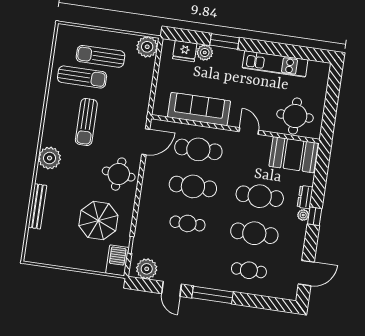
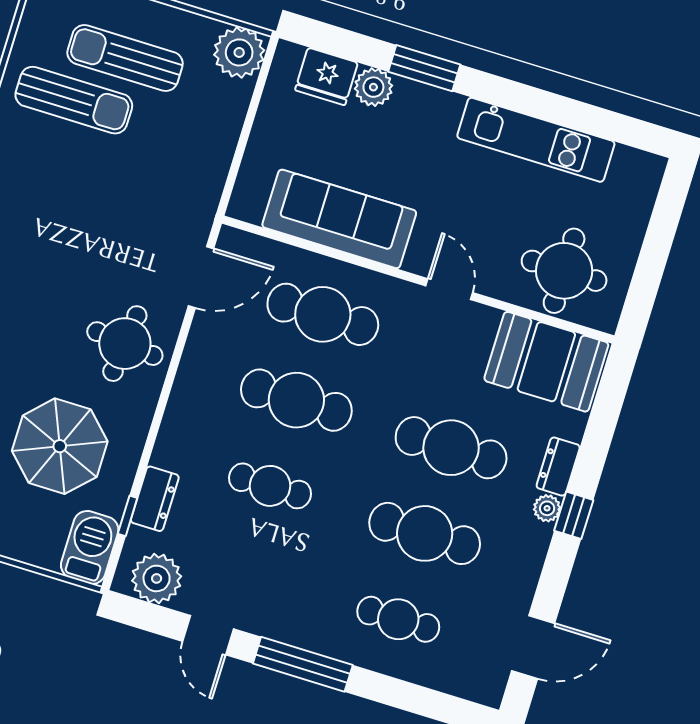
sun lounger: (86, 122) -> (67, 208), removed
dresser: (141, 236) -> (155, 499), added

